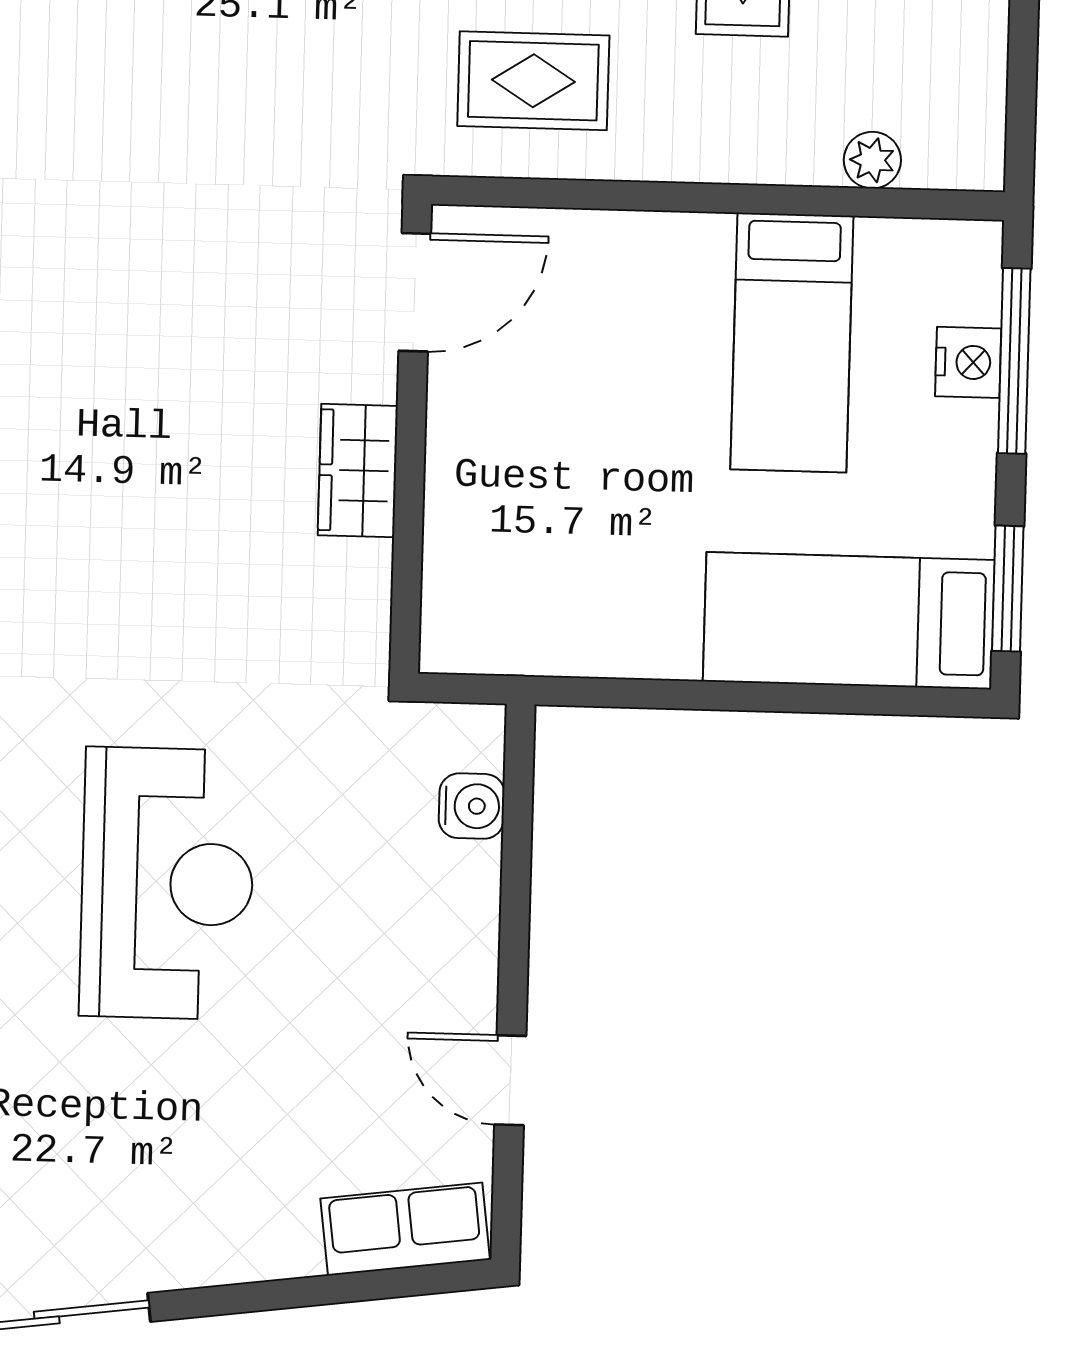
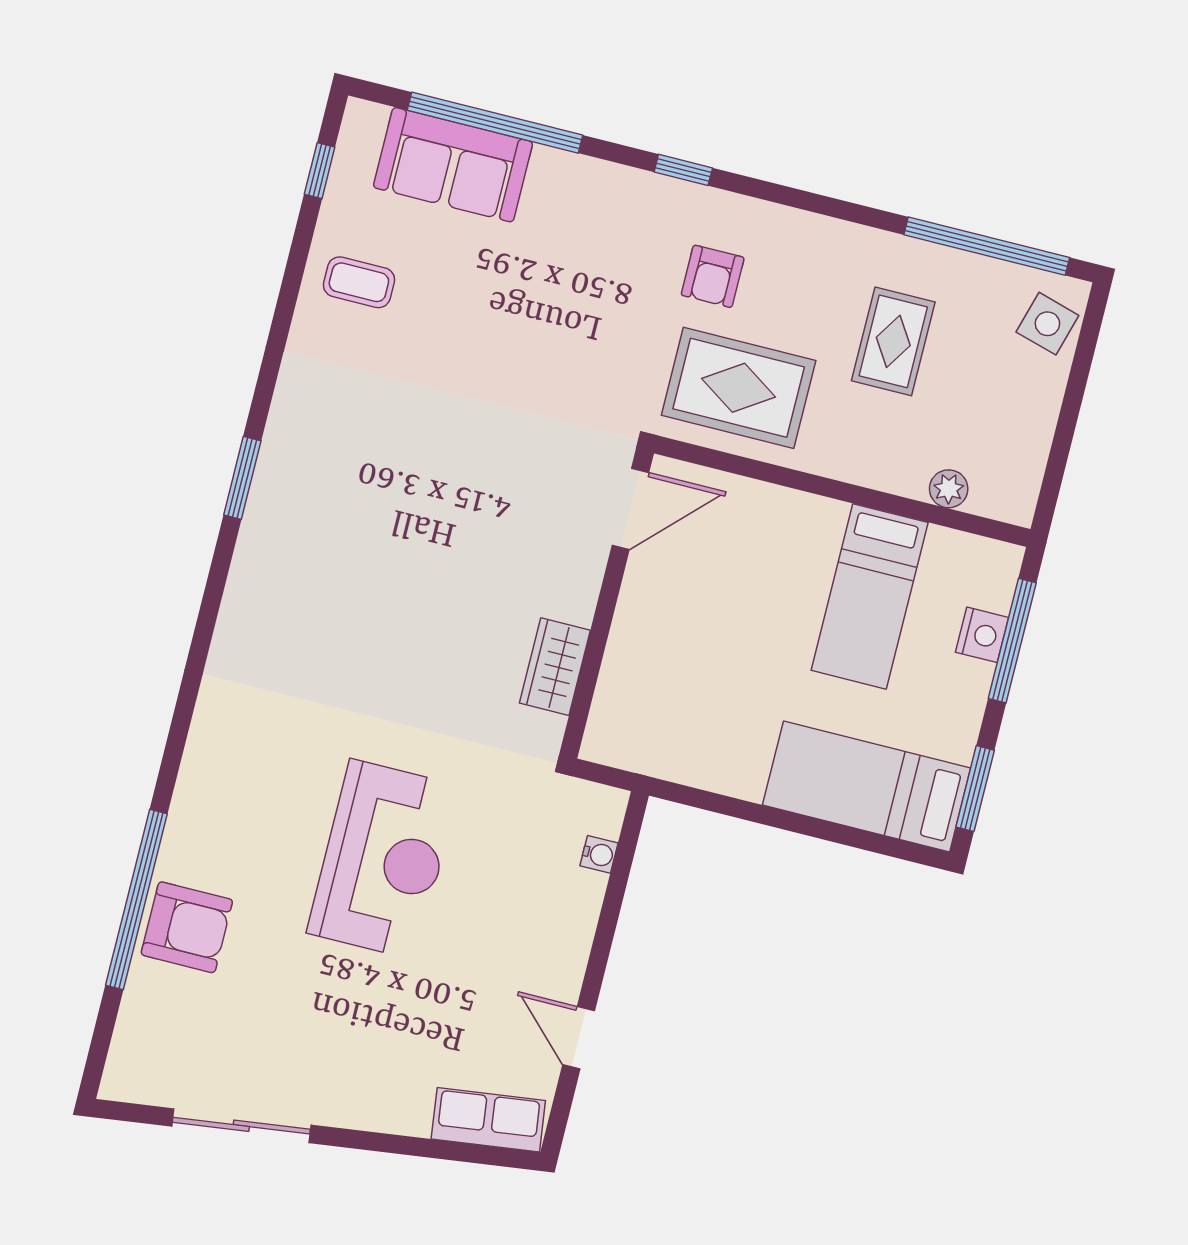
rug: (533, 81) -> (739, 388), width x1.36, depth x1.43
wardrobe: (358, 471) -> (555, 667), moved
water cooler: (472, 806) -> (599, 854), width x0.72, depth x0.72

